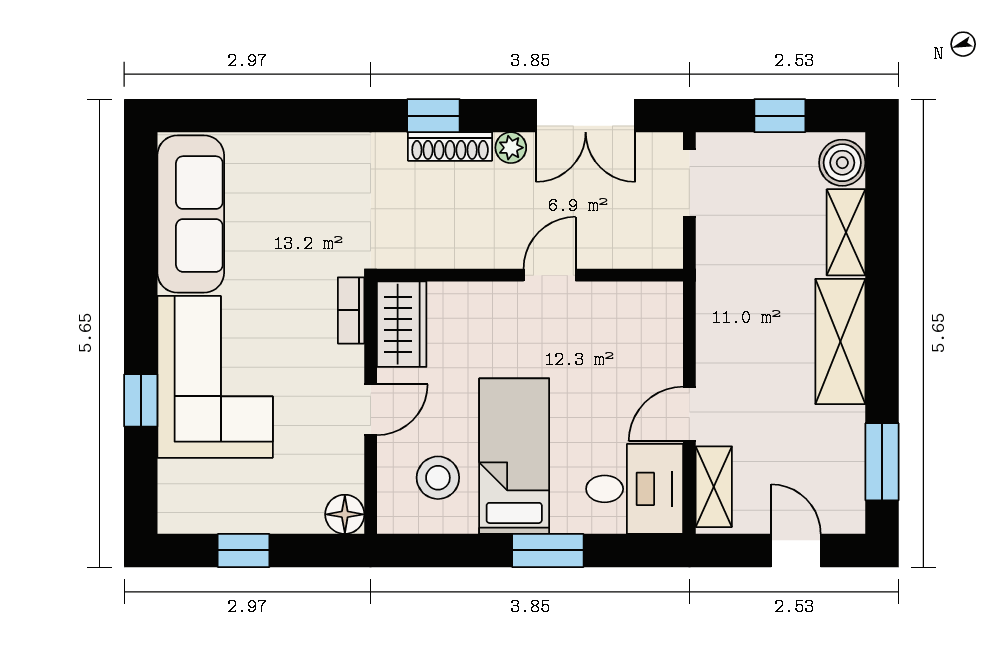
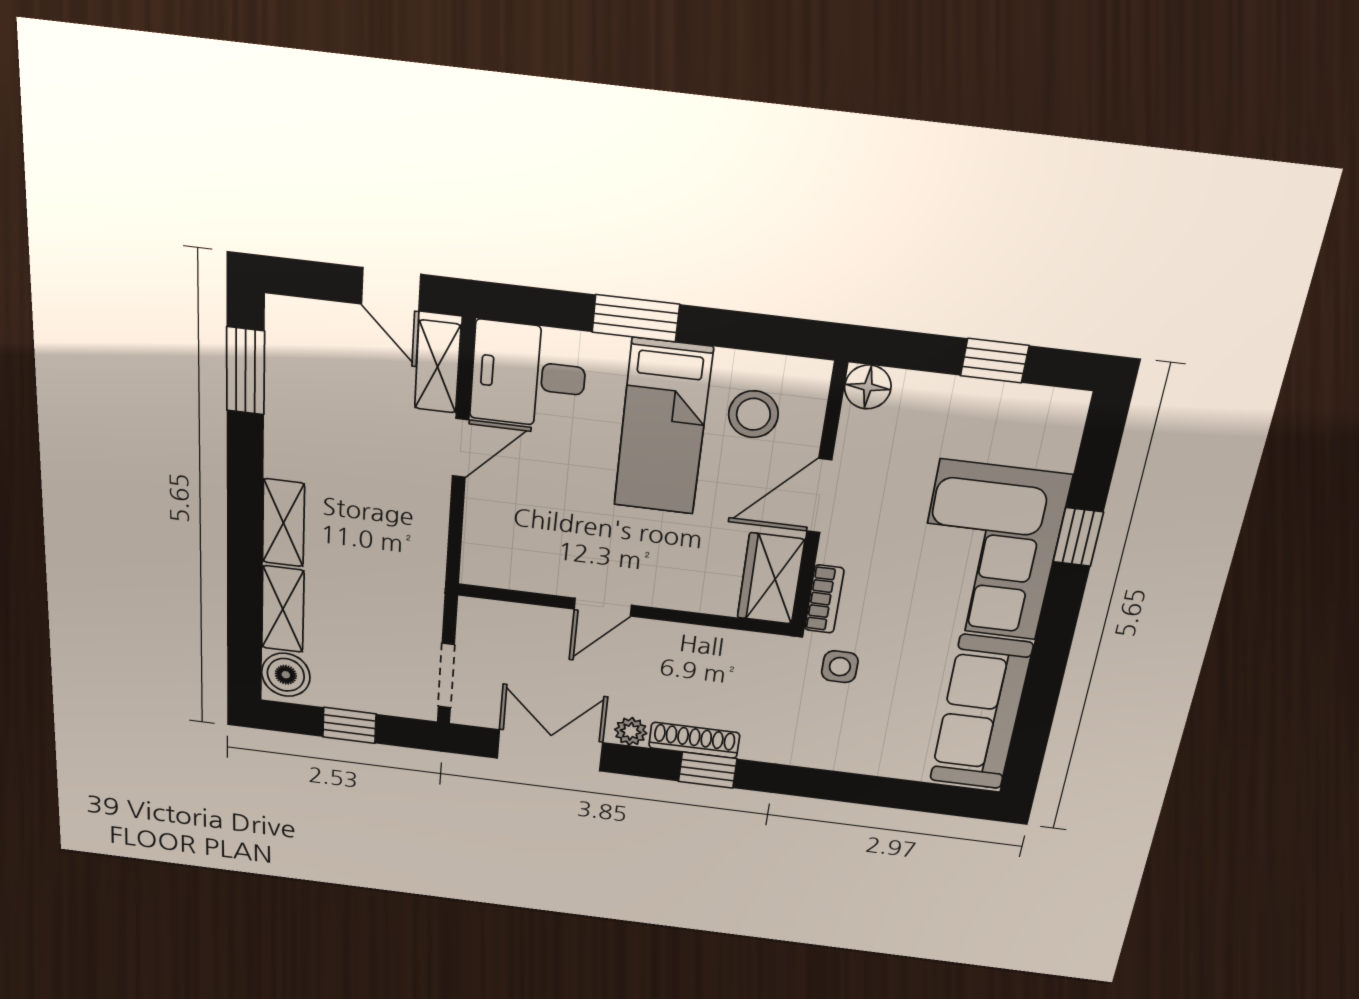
side table: (327, 244) -> (840, 667), added
shelving: (840, 342) -> (283, 523), width x0.67, depth x0.75
door: (371, 410) -> (819, 496), width x1.38
door: (796, 550) -> (391, 289), moved

